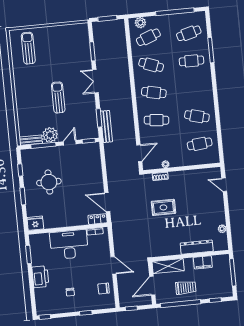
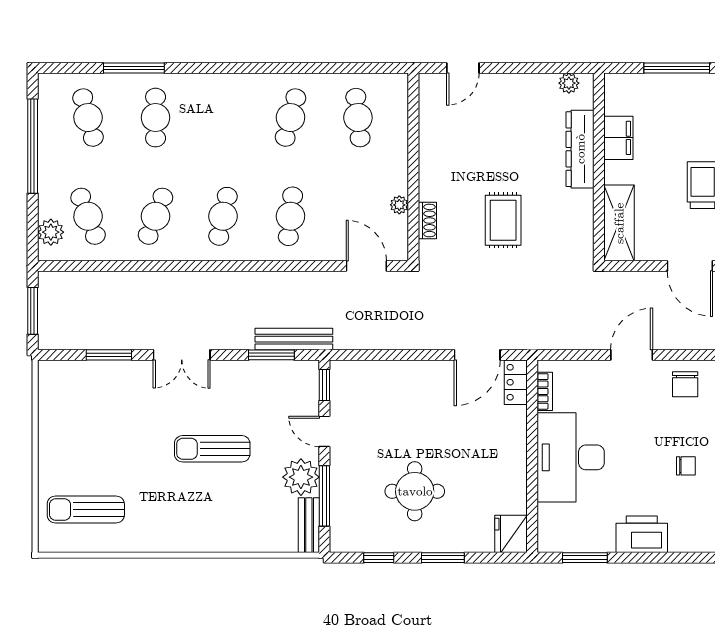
dresser: (197, 247) -> (580, 149), moved
wall: (190, 256) -> (599, 167), moved
filing cabinet: (203, 262) -> (618, 138), moved
shelving: (168, 266) -> (619, 223), moved

